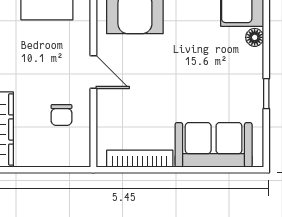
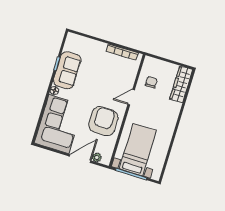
door: (93, 72) -> (131, 97), hinge flipped
sofa: (214, 145) -> (67, 70), moved, turned -90

